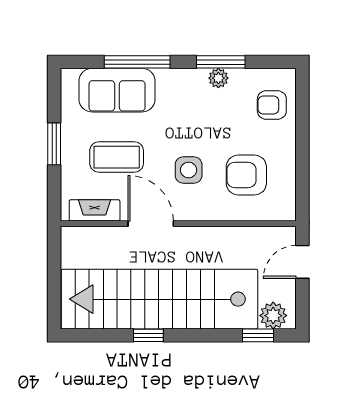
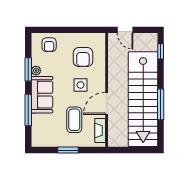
sofa: (117, 90) -> (42, 95), moved
plant: (273, 316) -> (151, 44), removed
window: (148, 335) -> (161, 104), width x2.17

